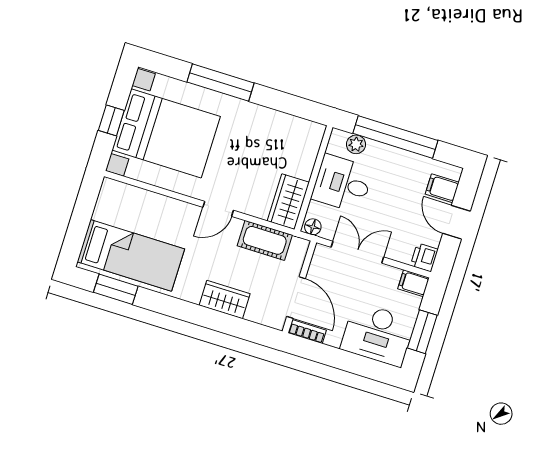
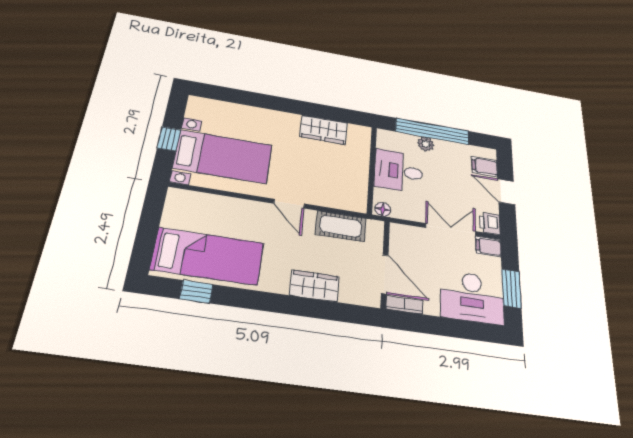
window: (221, 82) -> (269, 102), removed
bed with nightstands: (166, 133) -> (223, 157), width x0.73
plant: (356, 144) -> (426, 144), moved
wardrobe: (288, 202) -> (324, 130), moved, turned -90
door: (218, 209) -> (289, 204), hinge flipped
double door: (357, 252) -> (451, 230), moved
window: (116, 289) -> (196, 292), width x0.67

